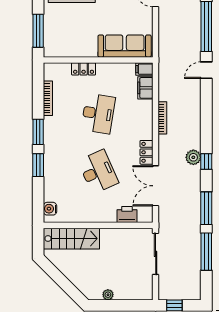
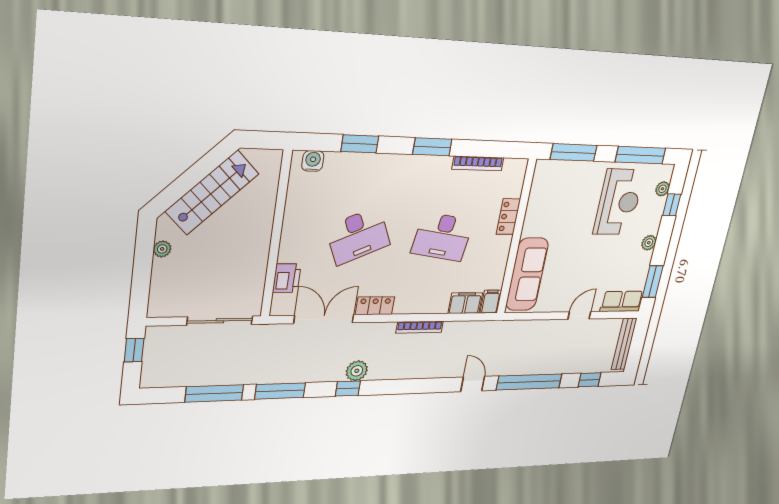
window: (38, 165) -> (360, 144), moved
stairs: (71, 239) -> (212, 193), moved, turned -135

